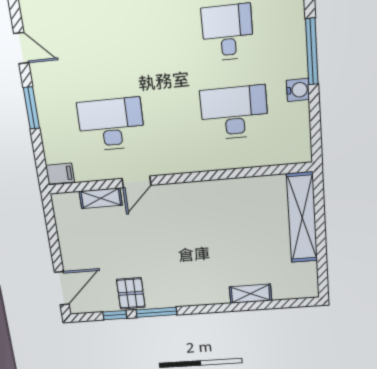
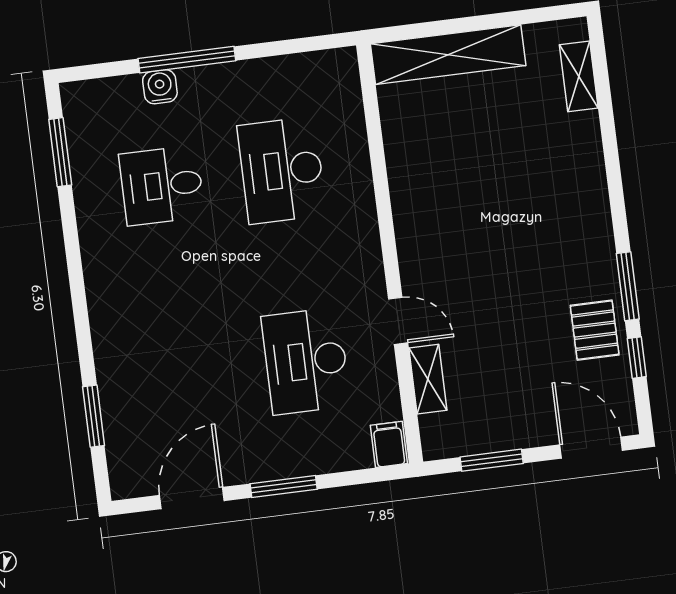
door: (21, 48) -> (192, 498), width x1.38
water cooler: (298, 90) -> (160, 87), moved
window: (53, 233) -> (492, 460), added
pallet: (131, 293) -> (595, 330), turned 90
shelving: (251, 294) -> (579, 76), moved

